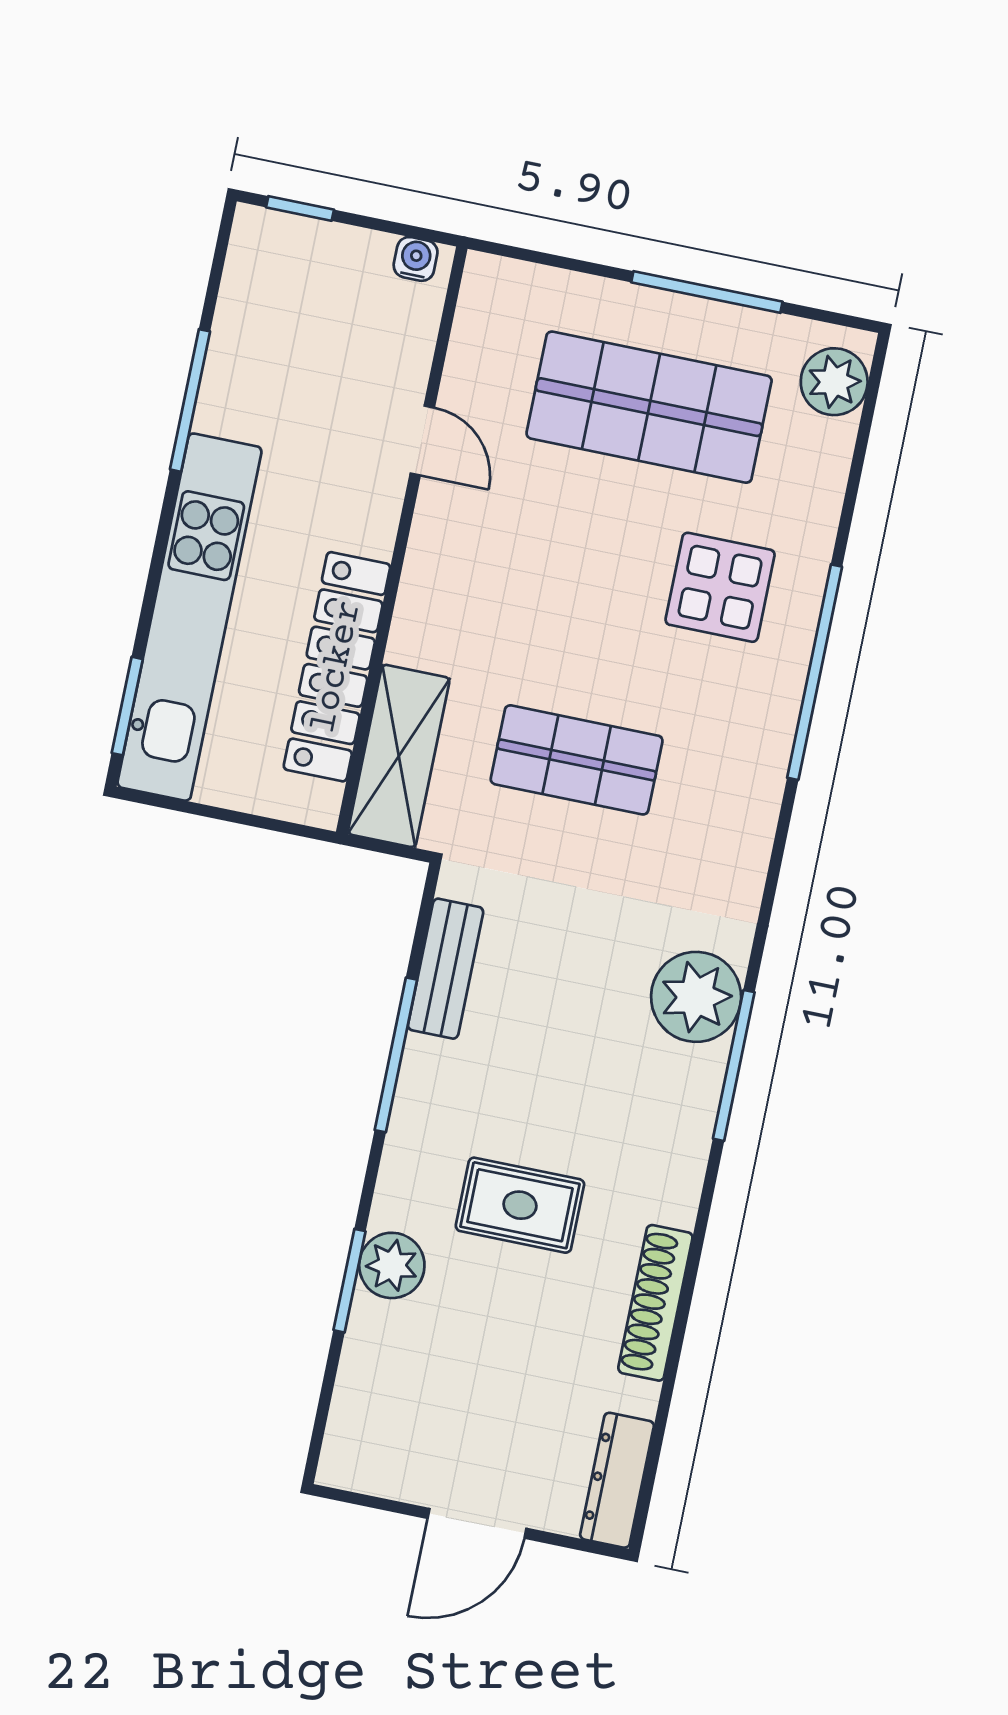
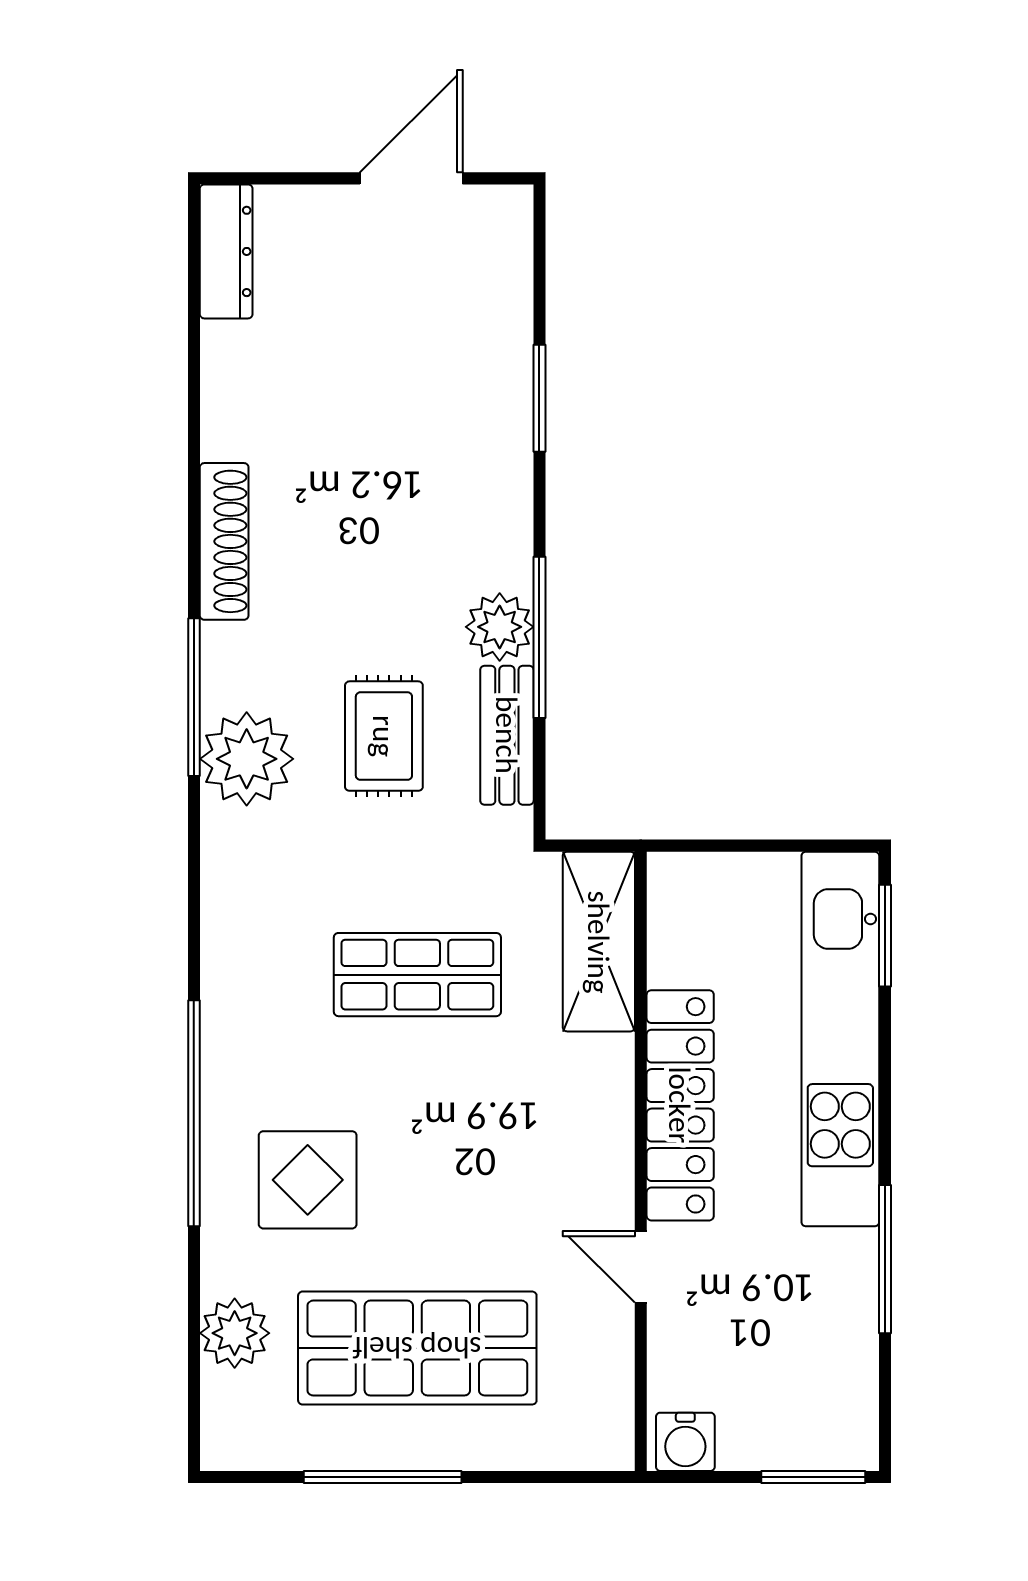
window: (300, 208) -> (813, 1477), width x1.50
water cooler: (416, 259) -> (685, 1442), width x1.38, depth x1.38
plant: (834, 382) -> (235, 1333), moved
locker: (337, 667) -> (680, 1105), moved
rug: (520, 1205) -> (384, 736), moved, turned 90
plant: (392, 1265) -> (500, 627), moved
shoe rack: (655, 1303) -> (224, 541), moved
door: (477, 1523) -> (411, 178), moved

